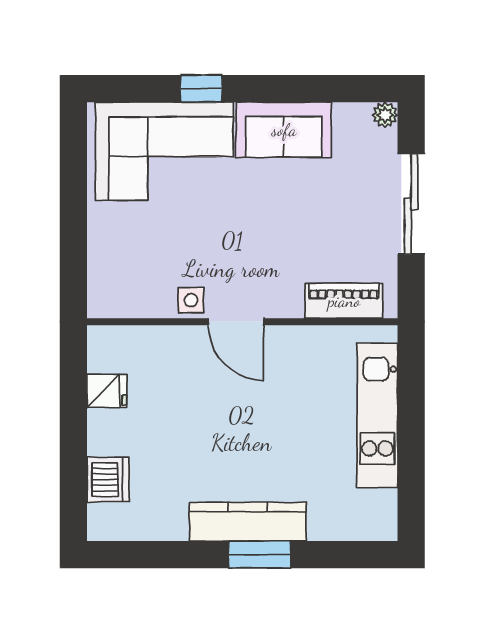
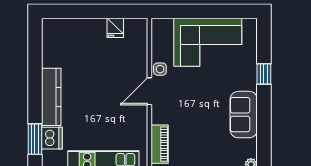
corner sofa: (164, 151) -> (208, 42), moved, turned -90
dishwasher: (108, 480) -> (52, 138), moved, turned -90
window: (259, 555) -> (35, 139), moved

